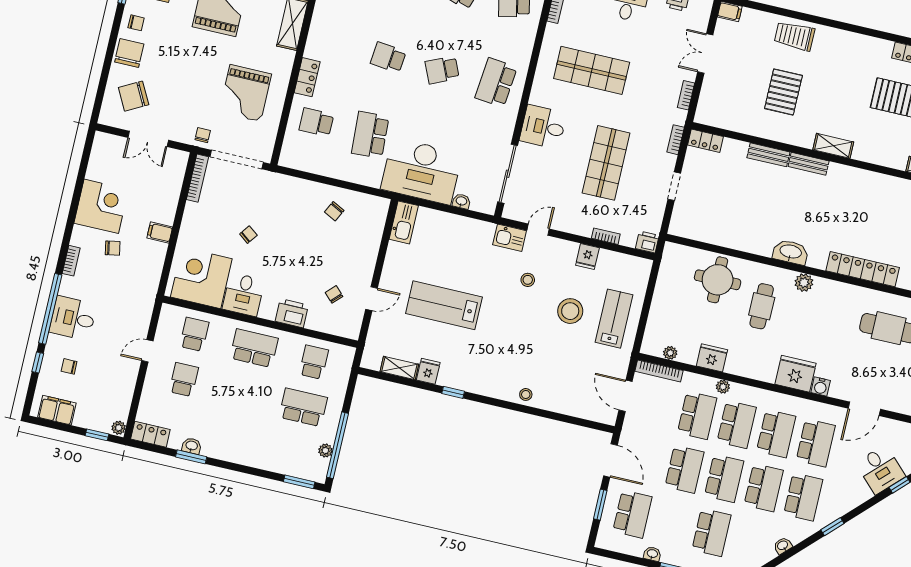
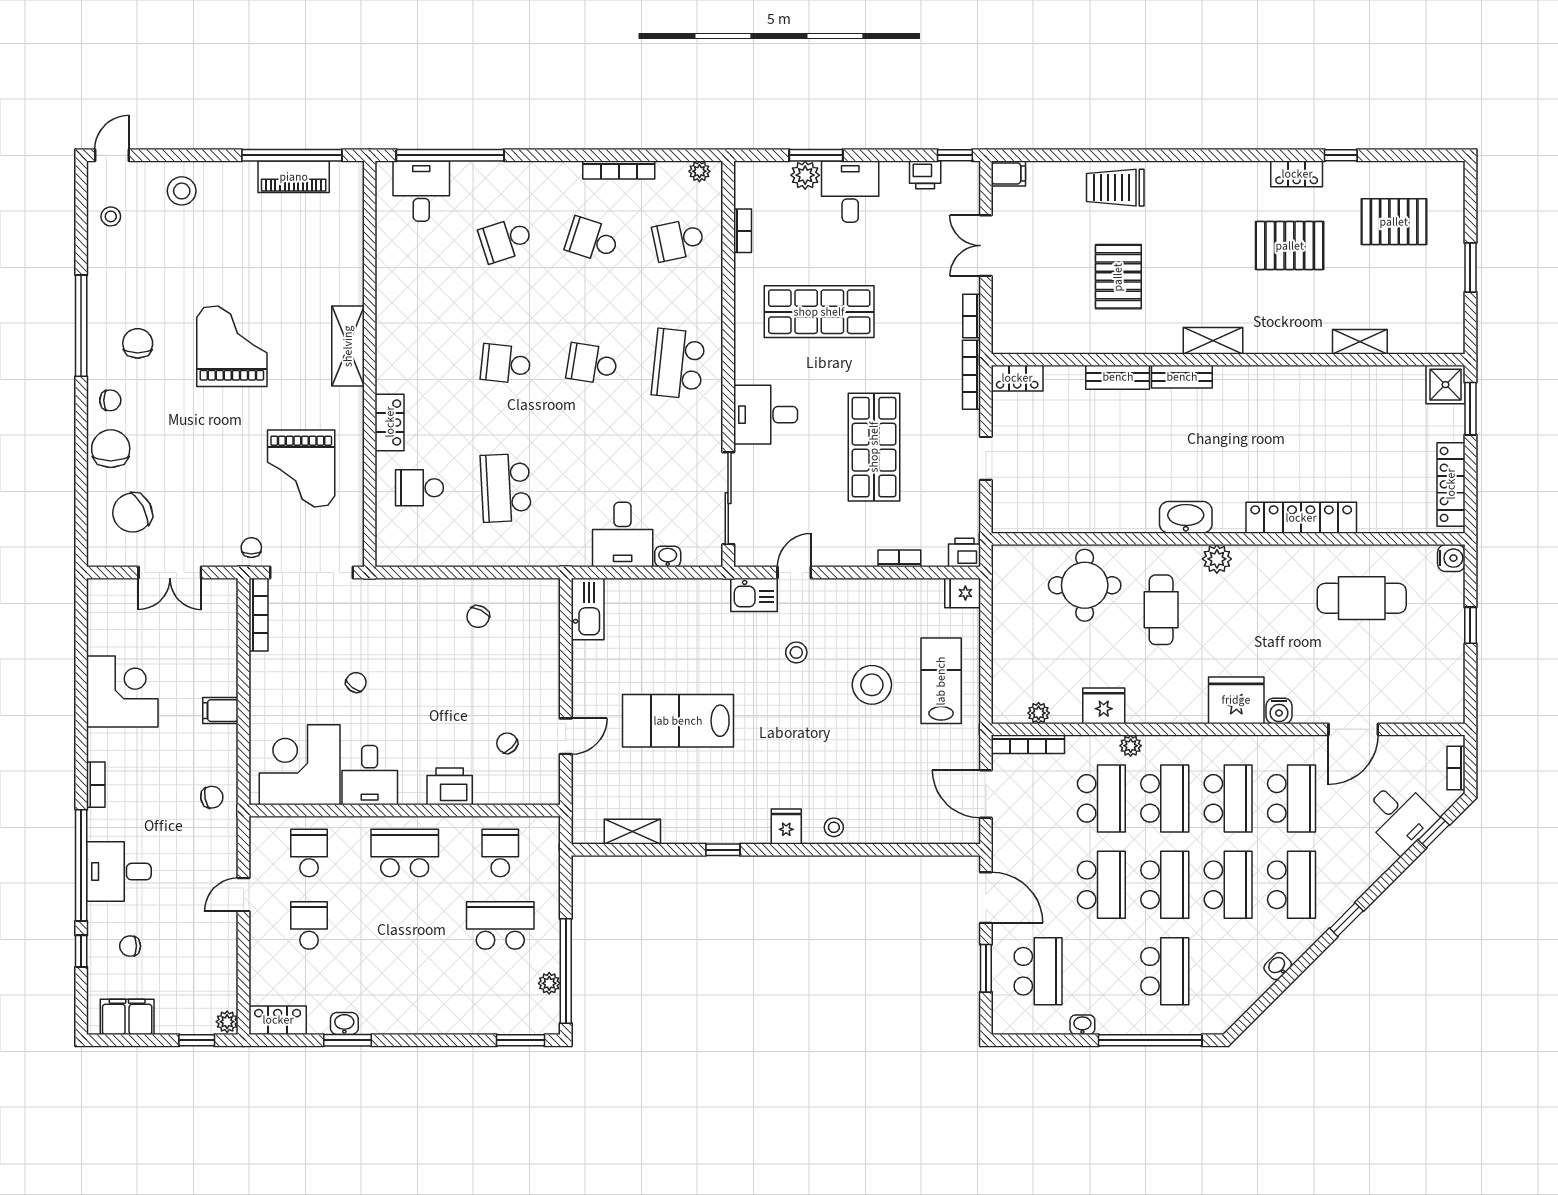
school desk: (442, 70) -> (592, 364), turned 33
bookcase: (676, 140) -> (971, 375), width x1.56
desk: (421, 171) -> (623, 535), width x0.53, depth x0.77
chair: (113, 248) -> (212, 797), moved
fridge: (587, 257) -> (963, 593), moved, turned 90
fridge: (428, 371) -> (786, 826), moved

